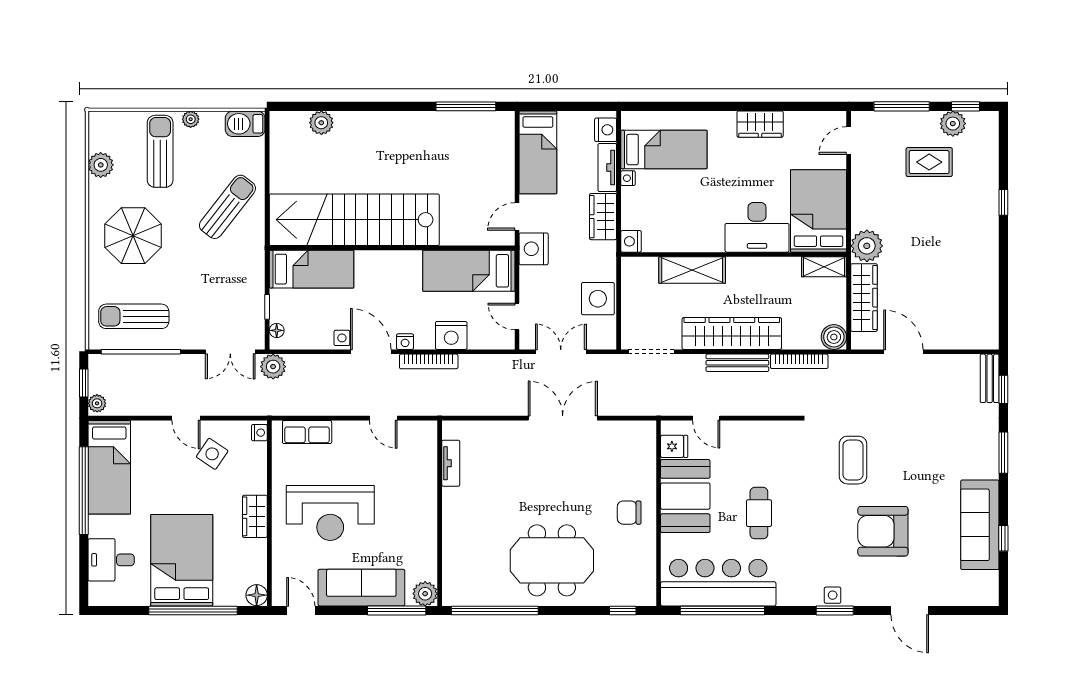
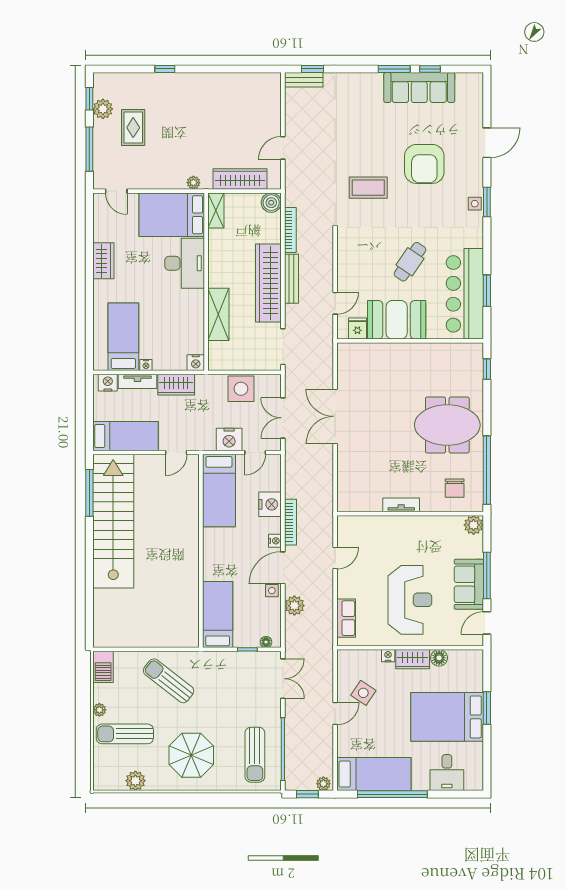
plant: (321, 123) -> (102, 607), removed
door: (517, 217) -> (176, 453), hinge flipped
stairs: (354, 220) -> (113, 521), moved, turned 180
plant: (867, 246) -> (193, 183), width x0.53, depth x0.53
nightstand: (534, 249) -> (229, 439), moved
door: (903, 352) -> (283, 148), width x0.73
plant: (273, 367) -> (294, 606), moved
nightstand: (259, 433) -> (388, 656), moved
window: (1003, 453) -> (394, 69), moved
tv unit: (451, 463) -> (401, 505), moved
chair: (629, 513) -> (455, 488), moved
cafe table: (759, 513) -> (410, 262), turned -56
meeting table: (552, 560) -> (447, 425), turned 90
sofa: (361, 588) -> (469, 584), width x0.73
floor lamp: (257, 595) -> (439, 658), moved
window: (193, 610) -> (487, 708), width x0.47
window: (397, 610) -> (487, 575), moved
window: (722, 610) -> (487, 291), width x0.47

